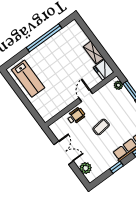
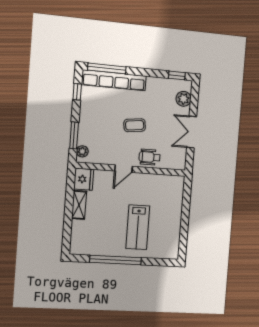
lab bench: (28, 79) -> (138, 227), moved, turned 180
window: (116, 167) -> (177, 75), moved

